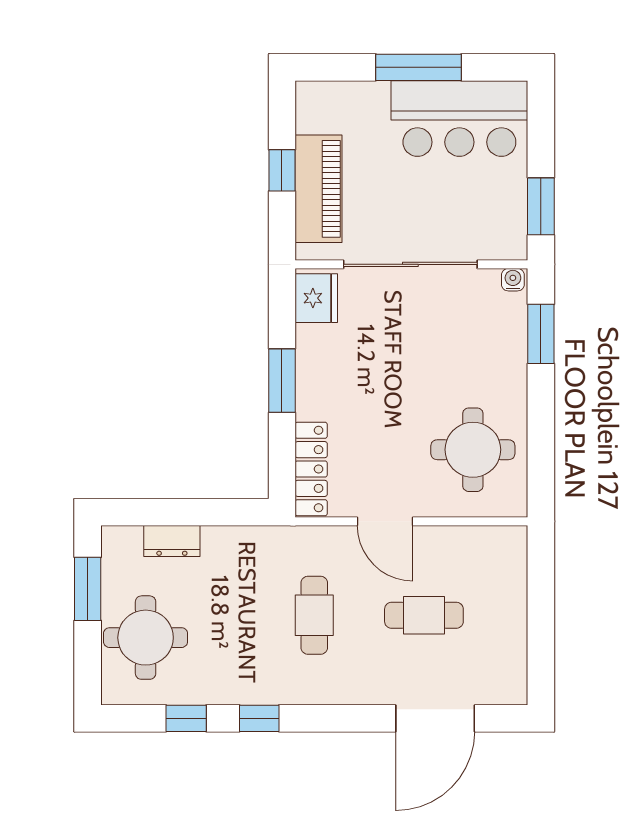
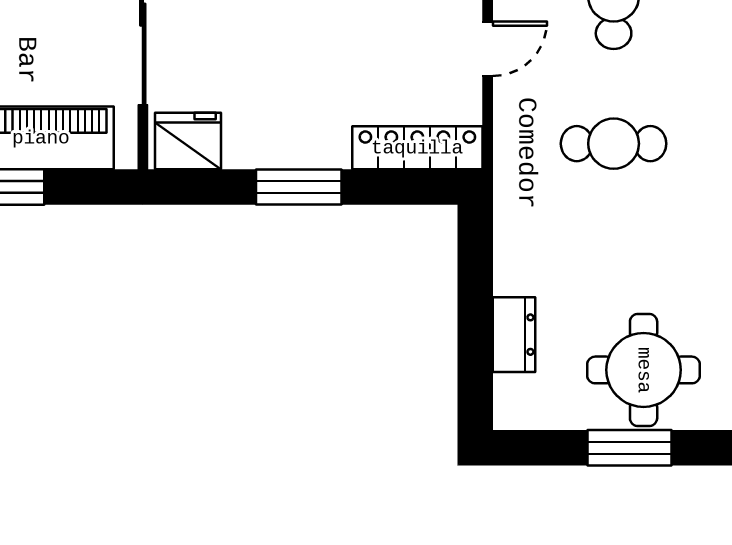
door: (385, 521) -> (488, 49), width x0.73
window: (88, 589) -> (629, 448), moved

